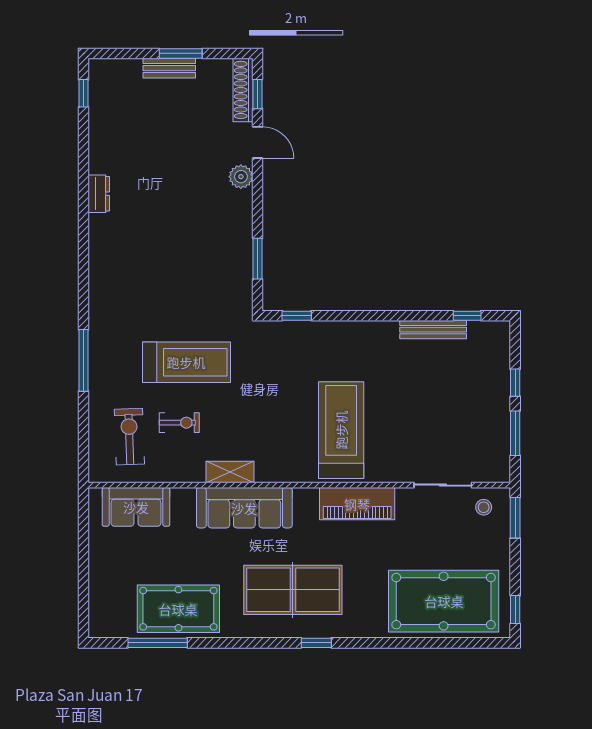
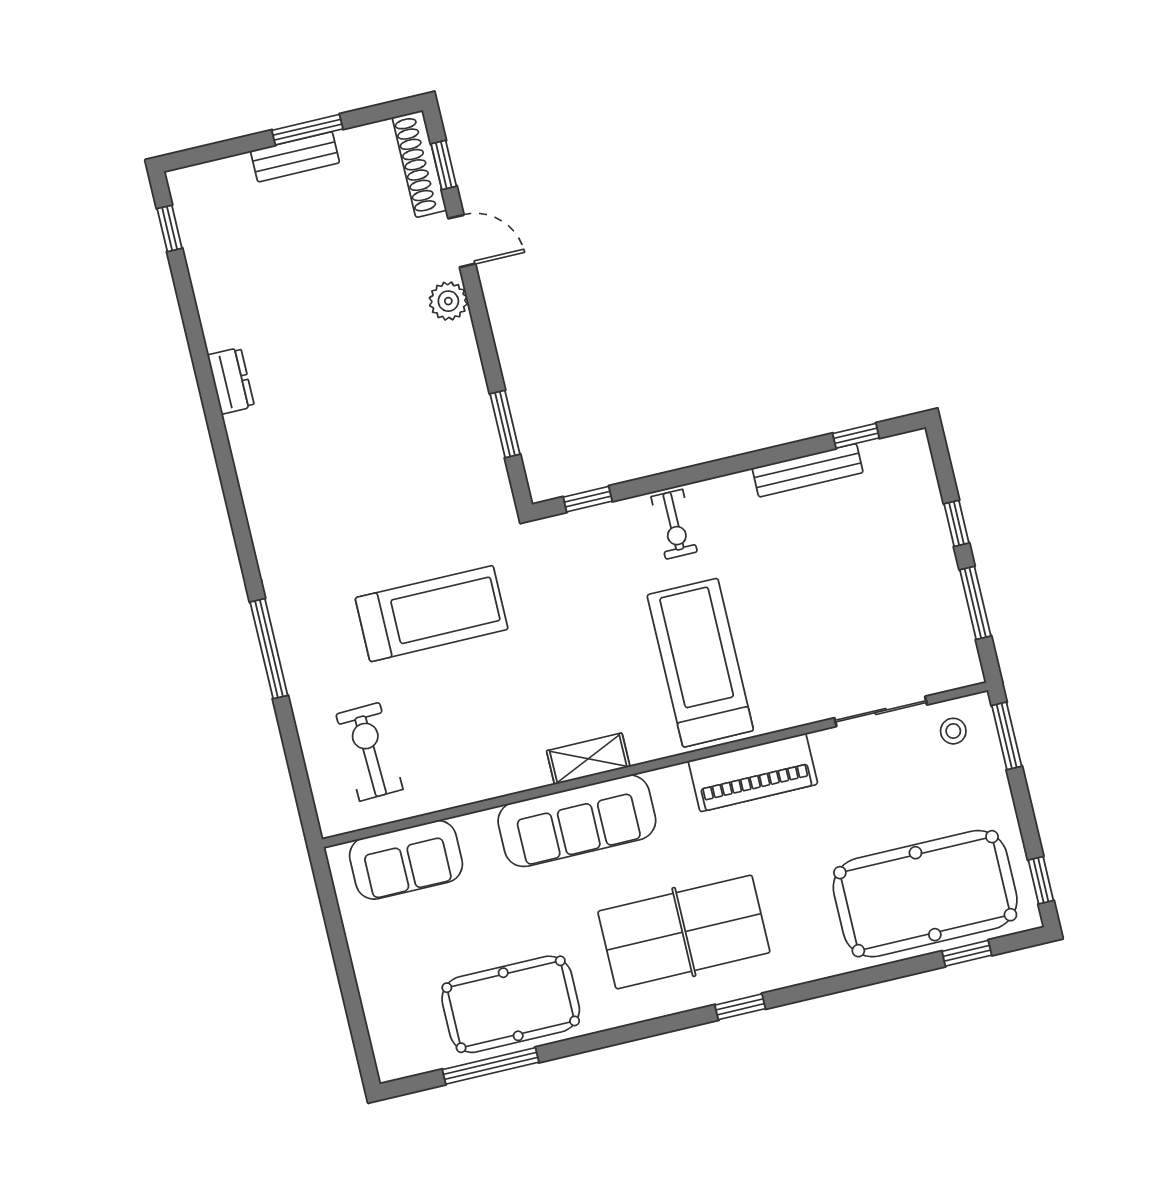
exercise bike: (179, 423) -> (674, 524), moved, turned 90
shelving: (230, 472) -> (588, 759), moved
window: (460, 643) -> (967, 953), added

